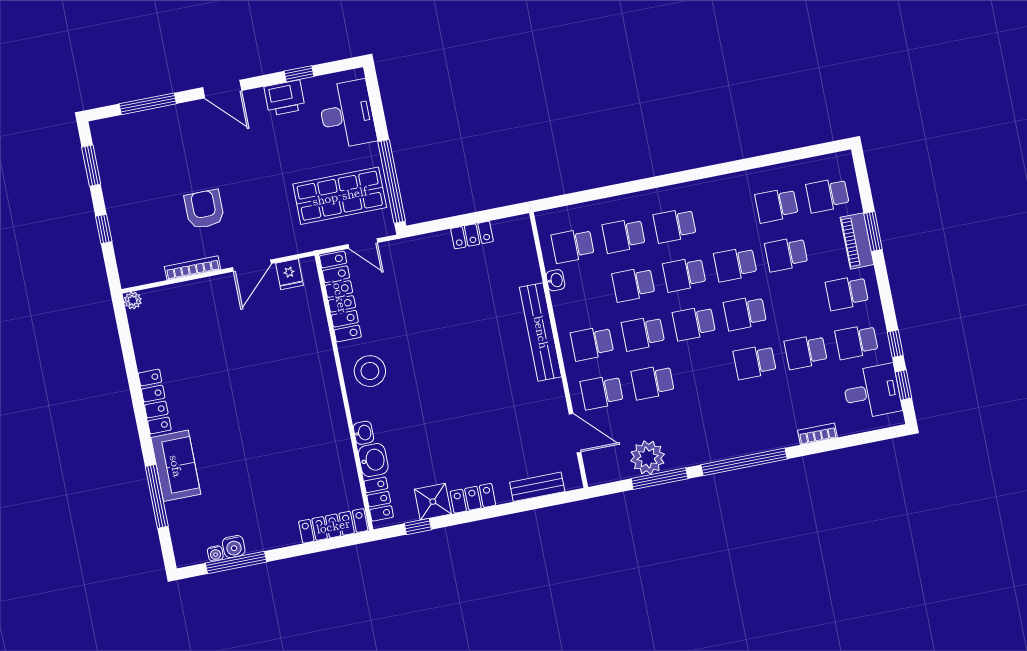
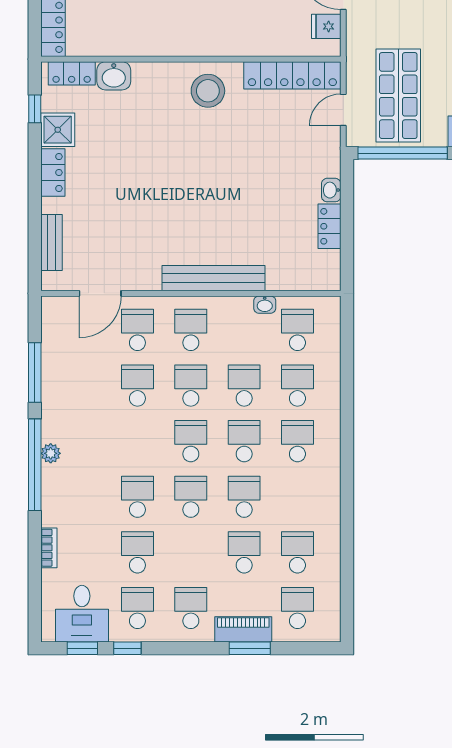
washbasin: (363, 433) -> (331, 190), moved, turned 90
plant: (648, 458) -> (51, 453), moved, width x0.53, depth x0.53

